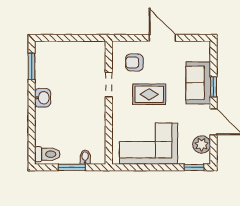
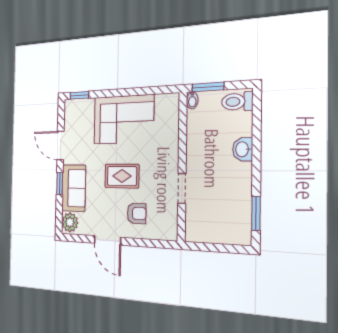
doorway: (109, 85) -> (182, 188), moved
washbasin: (43, 98) -> (243, 149), moved
wall: (109, 103) -> (182, 167), moved
plant: (202, 145) -> (70, 222), moved

